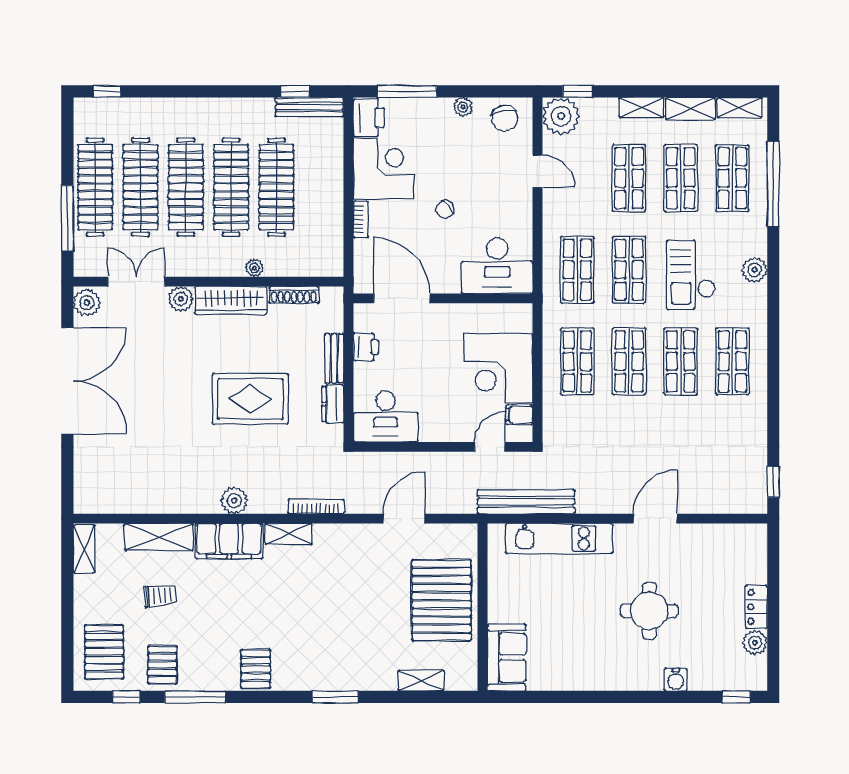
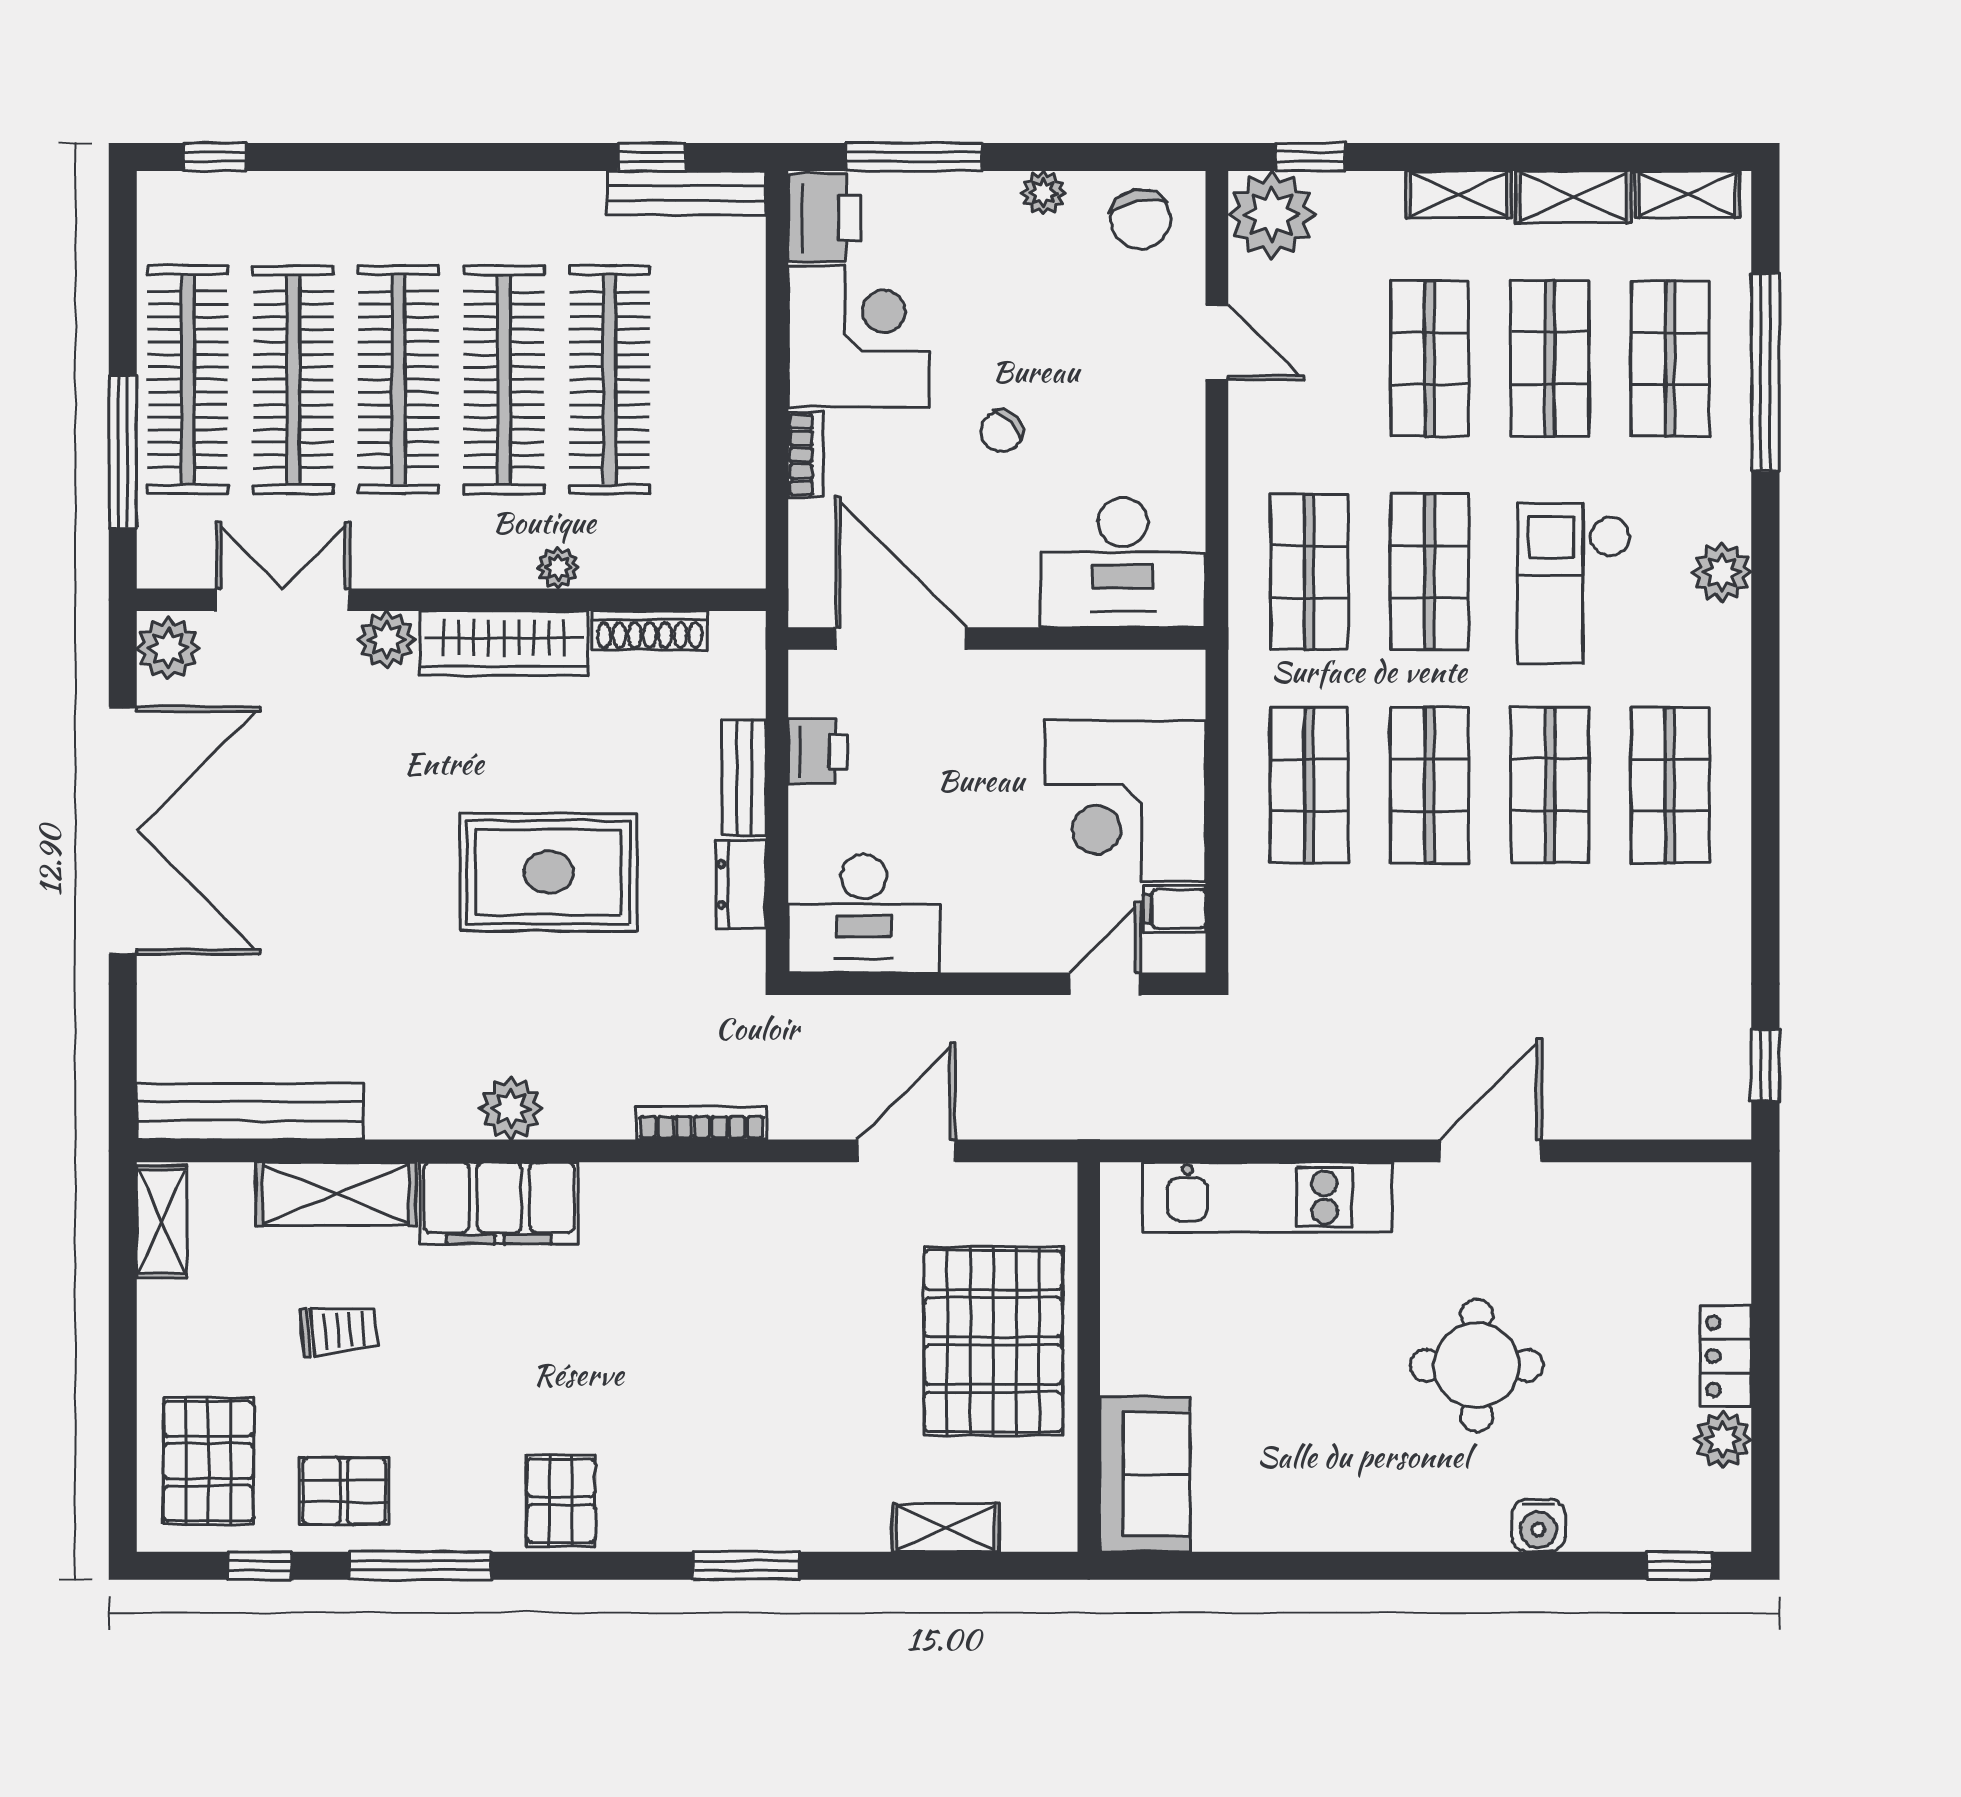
bench: (526, 502) -> (250, 1112), moved
shelving: (289, 534) -> (638, 1187), removed
pallet: (162, 665) -> (344, 1491), turned 90

